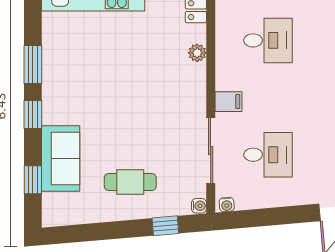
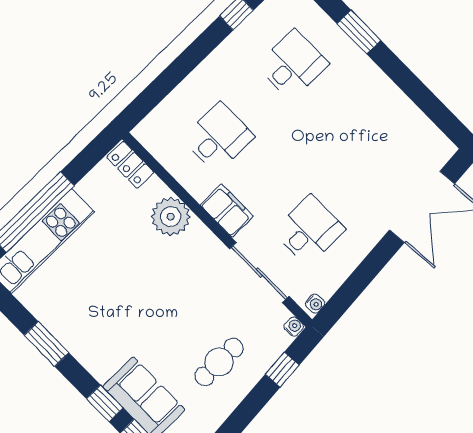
plant: (197, 53) -> (171, 217), width x1.88, depth x1.88
filing cabinet: (228, 102) -> (227, 211), width x2.00
window: (33, 115) -> (105, 403), moved

